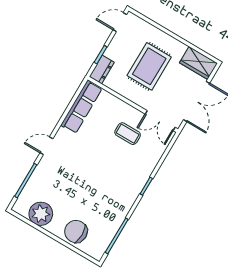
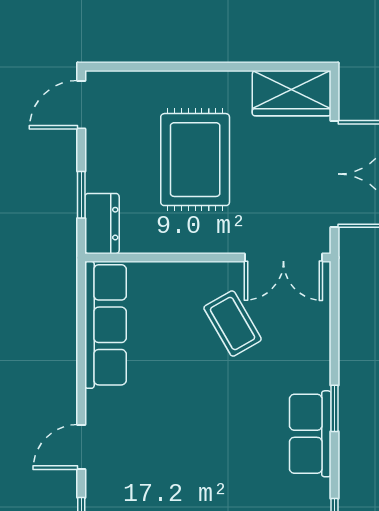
coffee table: (128, 134) -> (233, 323), turned 60
row of seats: (132, 190) -> (310, 434), added

